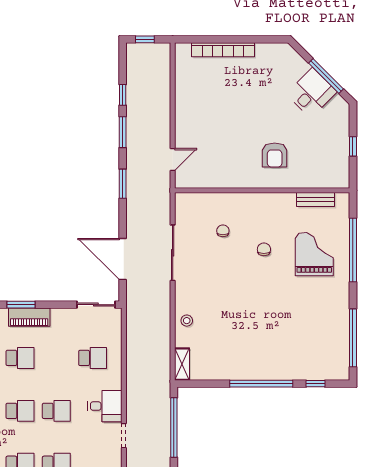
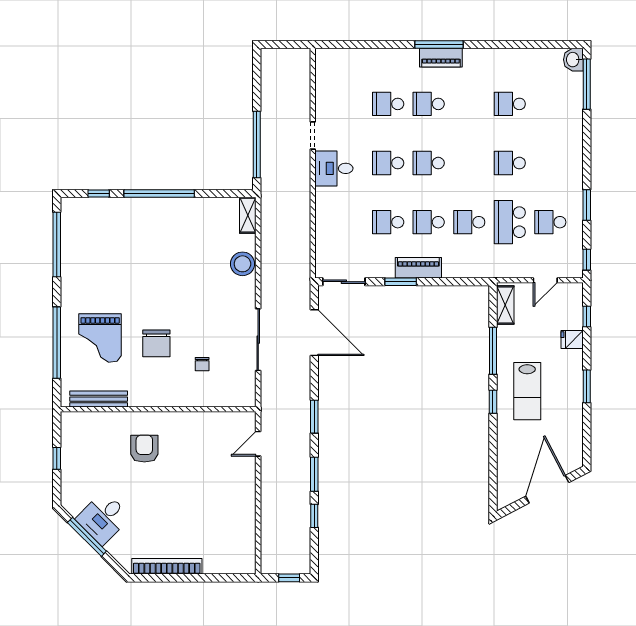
bookcase: (223, 50) -> (167, 566), moved
bench: (316, 200) -> (99, 399), width x1.36
chair: (264, 249) -> (156, 343), width x1.87, depth x1.87
window: (21, 305) -> (401, 282), moved
stool: (187, 321) -> (242, 264), width x1.89, depth x1.89
school desk: (93, 358) -> (388, 222), moved

